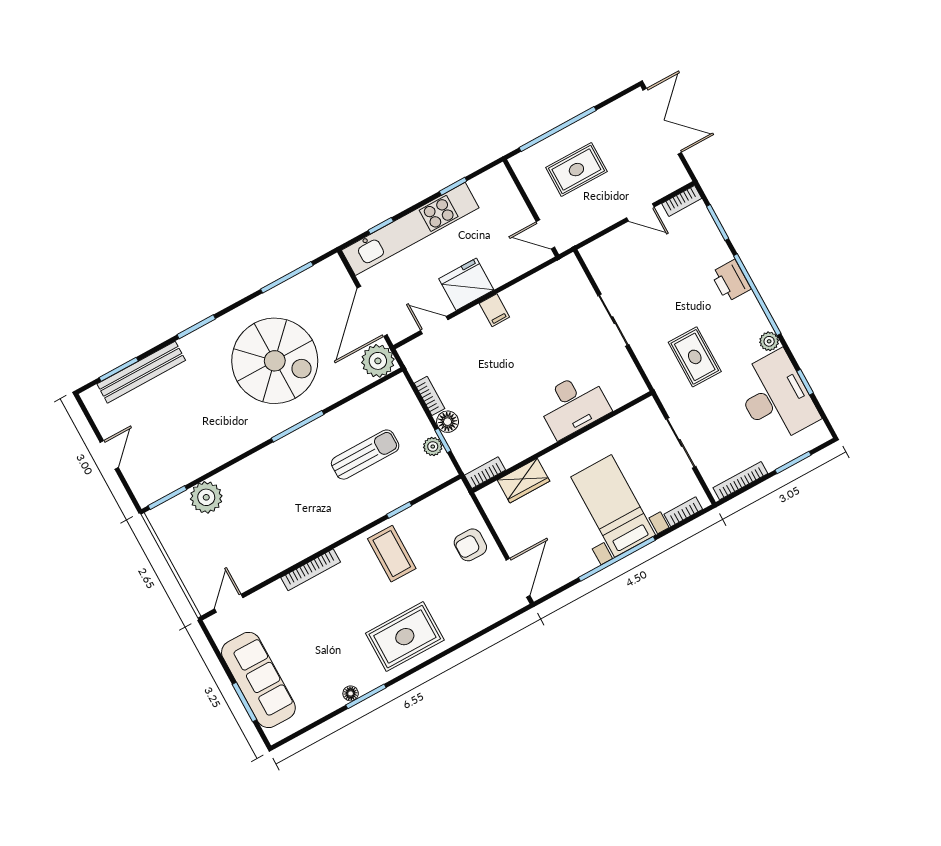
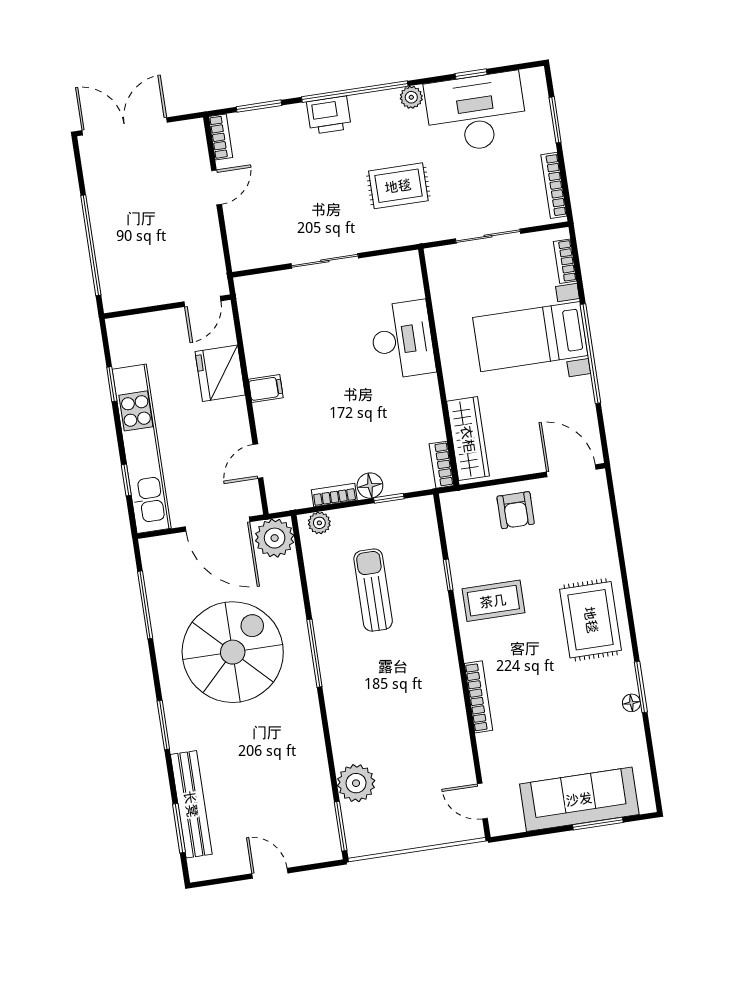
rug: (576, 170) -> (143, 241), removed
fridge: (466, 284) -> (220, 373), moved
plant: (433, 447) -> (319, 523), moved
wardrobe: (524, 481) -> (468, 439), width x1.50

